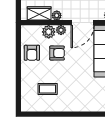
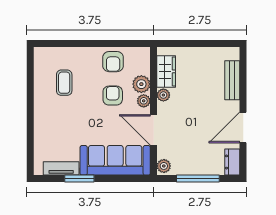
armchair: (32, 53) -> (113, 62), turned -90
armchair: (57, 53) -> (113, 96), turned 180

